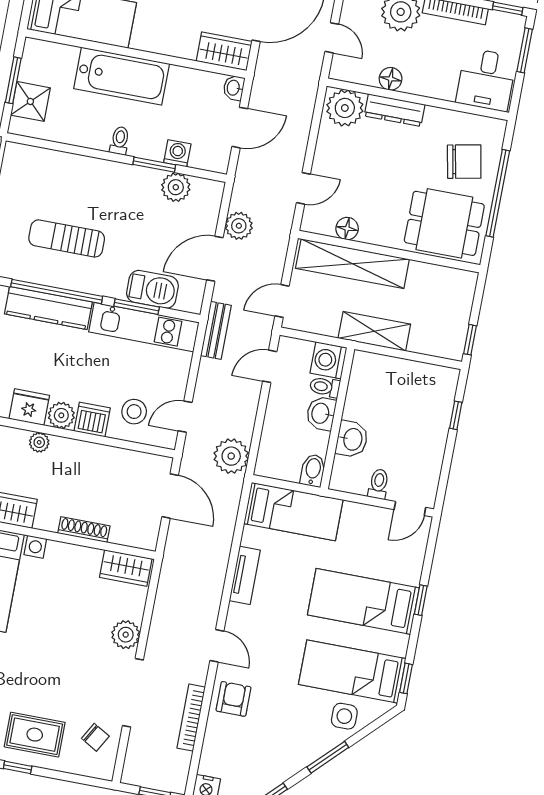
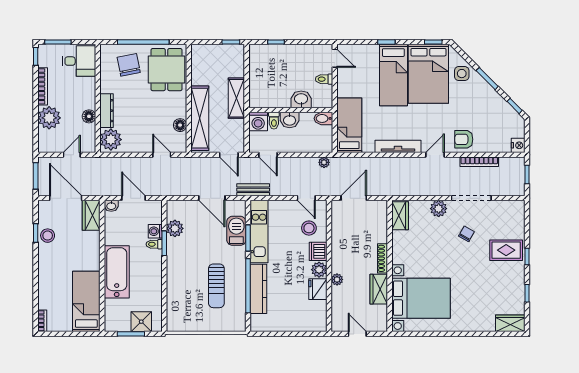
toilet: (120, 141) -> (154, 244), moved
plant: (239, 226) -> (190, 188), removed
plant: (231, 456) -> (324, 162), width x0.53, depth x0.53
shoe rack: (84, 530) -> (383, 258), moved
tv unit: (245, 575) -> (398, 146), width x1.41
bed: (352, 672) -> (428, 74), width x1.50
rug: (35, 735) -> (506, 250), turned 90
chair: (95, 737) -> (466, 234), moved

